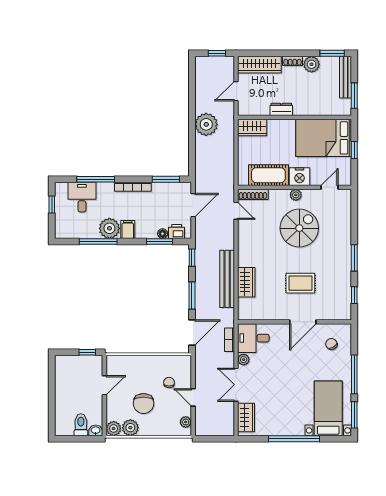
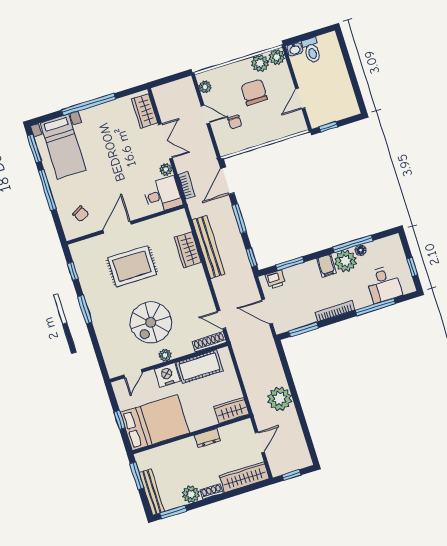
door: (193, 205) -> (267, 312), hinge flipped
floor lamp: (163, 234) -> (361, 250), moved
rug: (300, 283) -> (132, 266), width x1.36, depth x1.43

